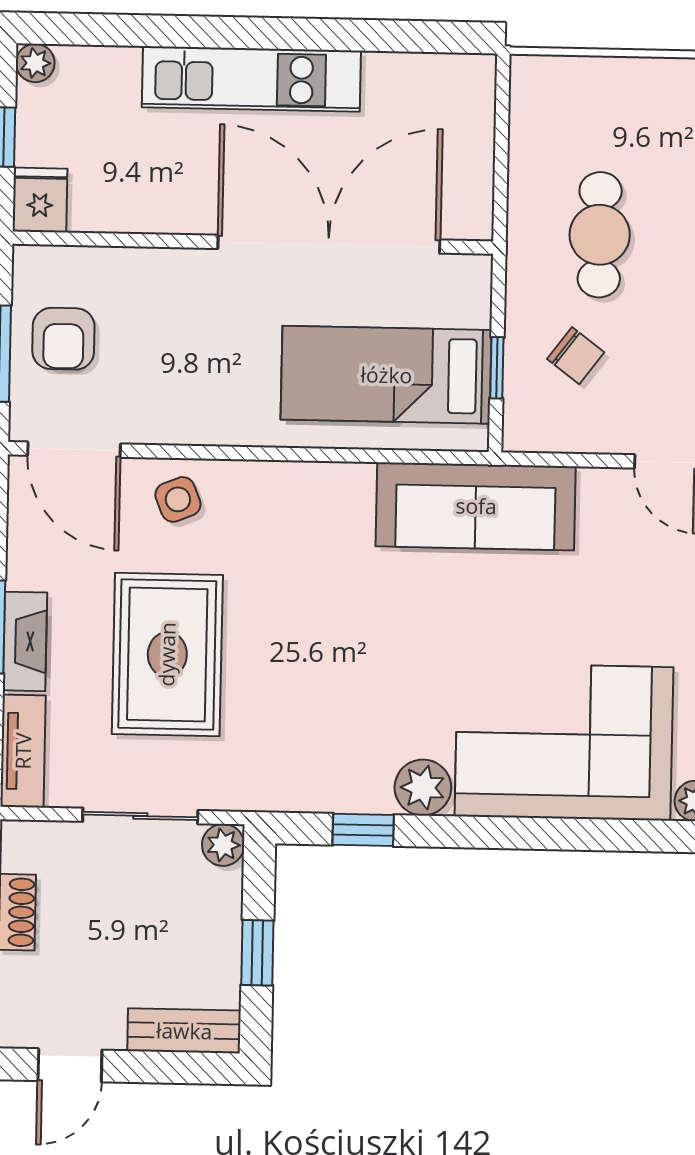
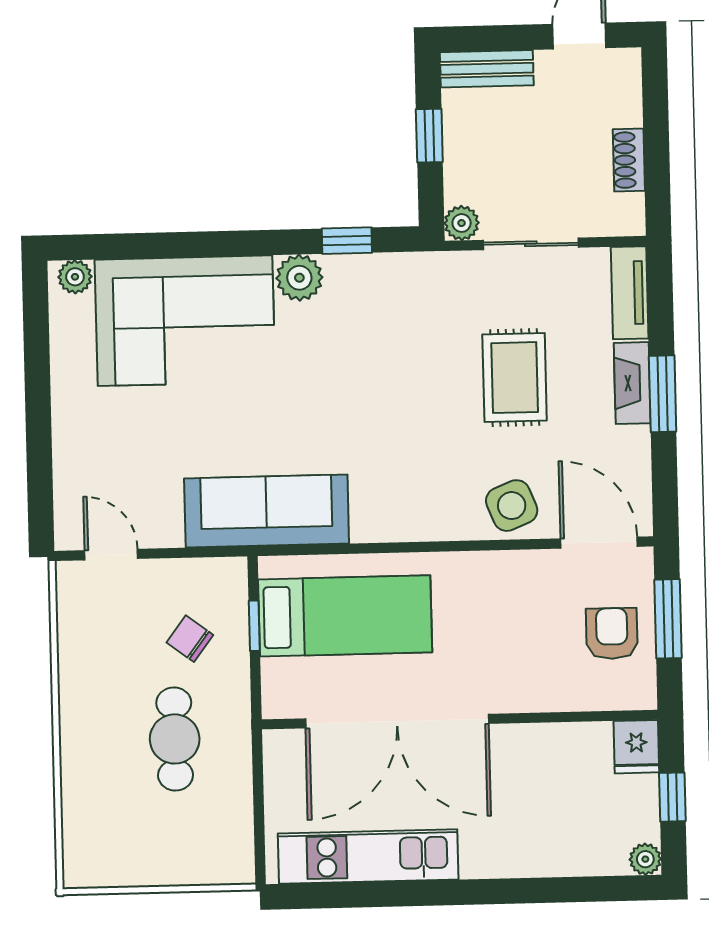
kitchen unit: (251, 79) -> (368, 857), moved
side table: (178, 499) -> (512, 506), width x1.37, depth x1.37
rug: (167, 654) -> (515, 378), width x0.73, depth x0.70

